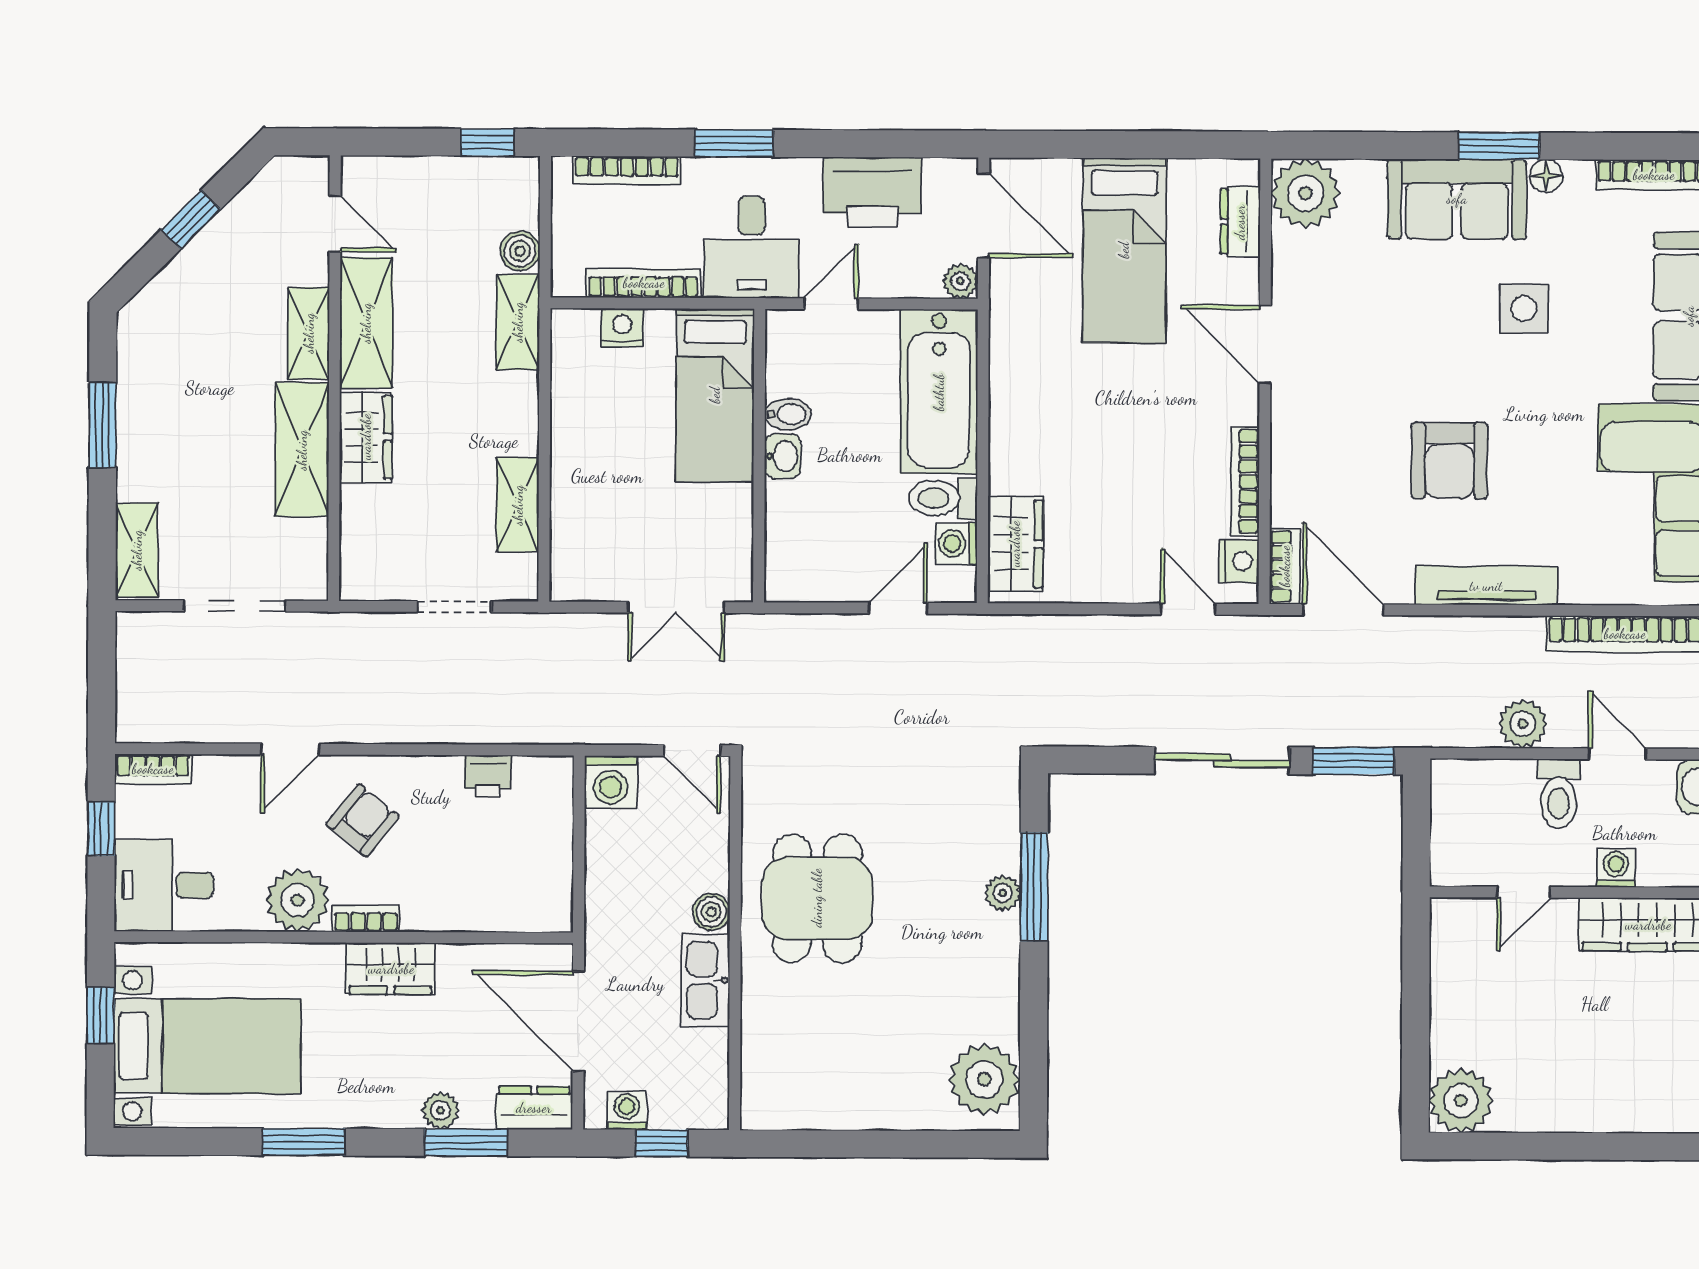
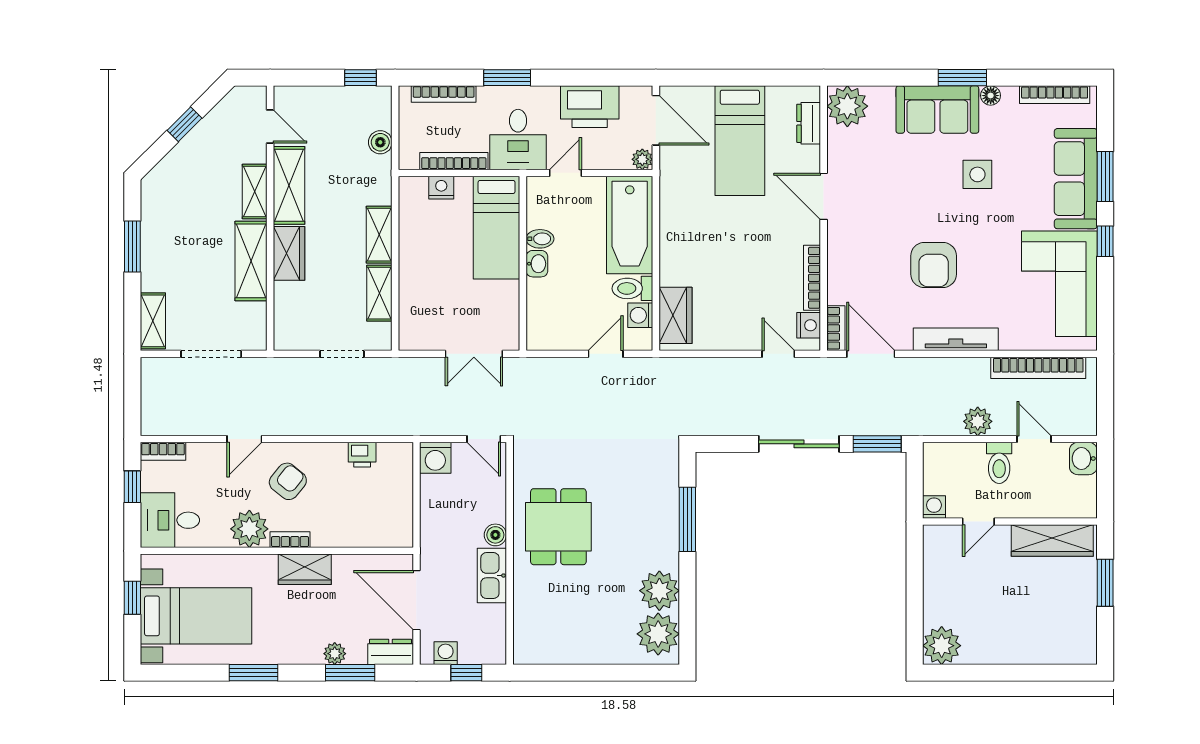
shelving: (518, 322) -> (379, 235), moved
washing machine: (1616, 868) -> (934, 507), moved
plant: (1003, 893) -> (659, 591), moved, width x1.88, depth x1.88

